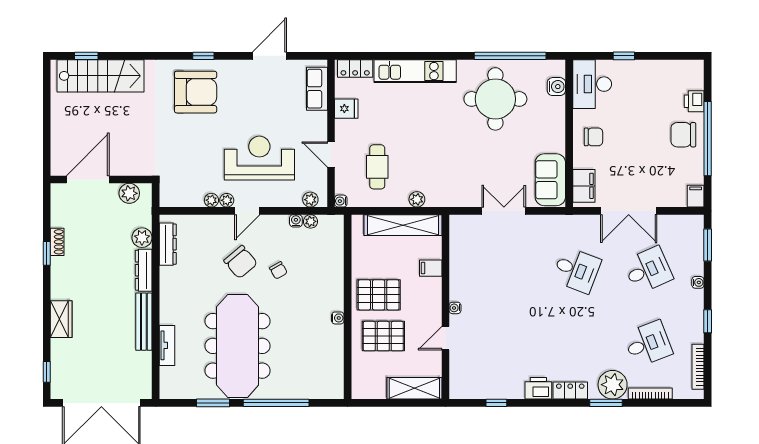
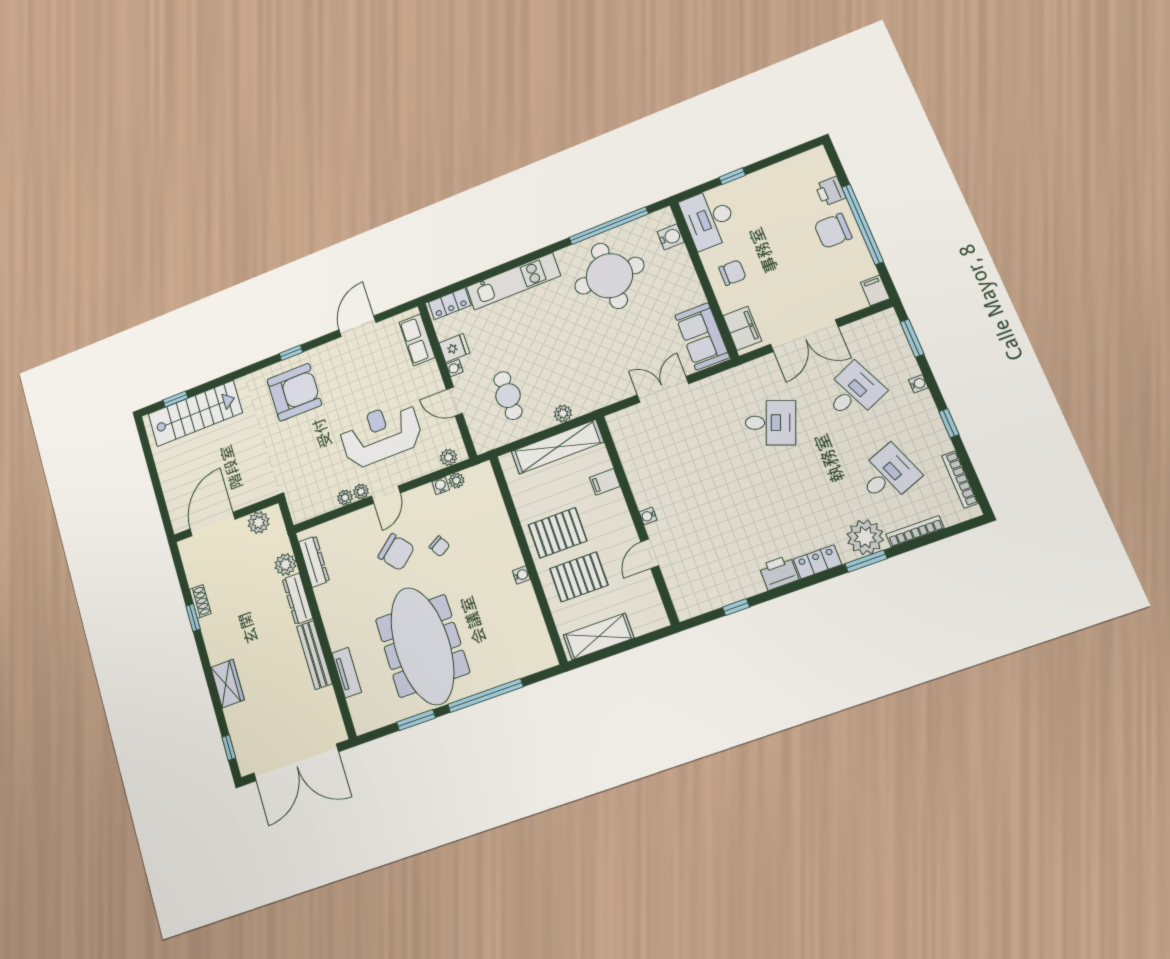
water cooler: (341, 201) -> (455, 368), moved
shelving: (414, 388) -> (599, 637), moved

